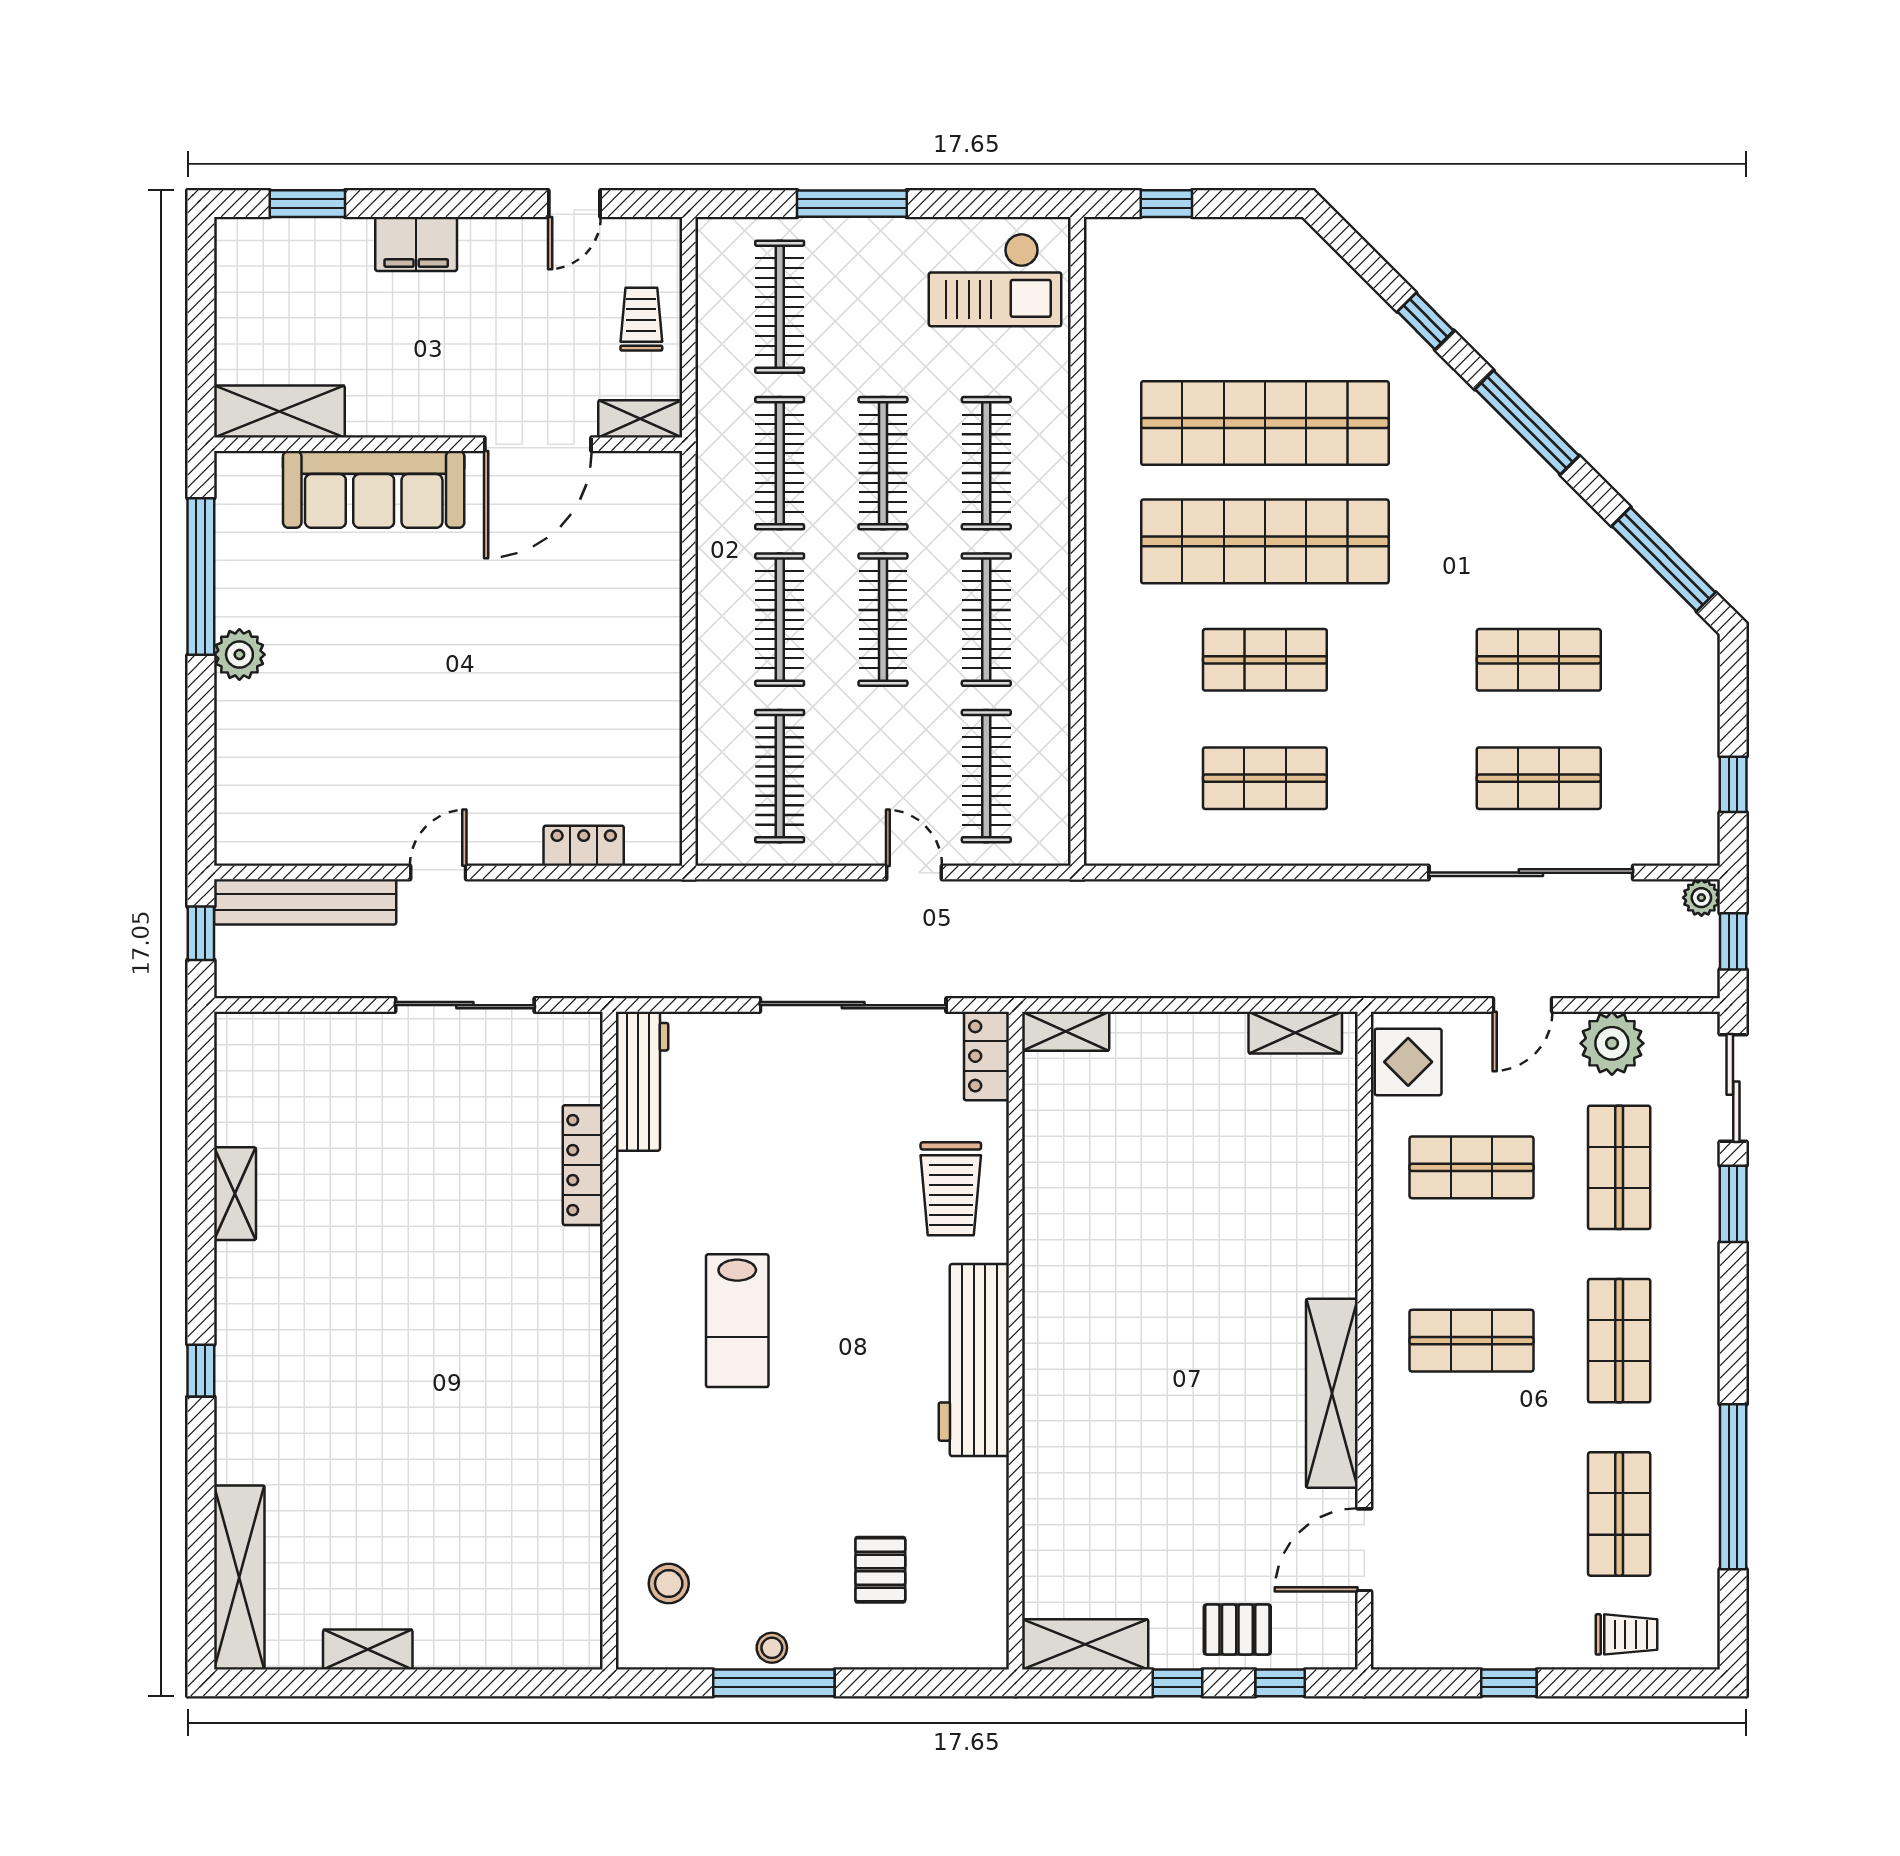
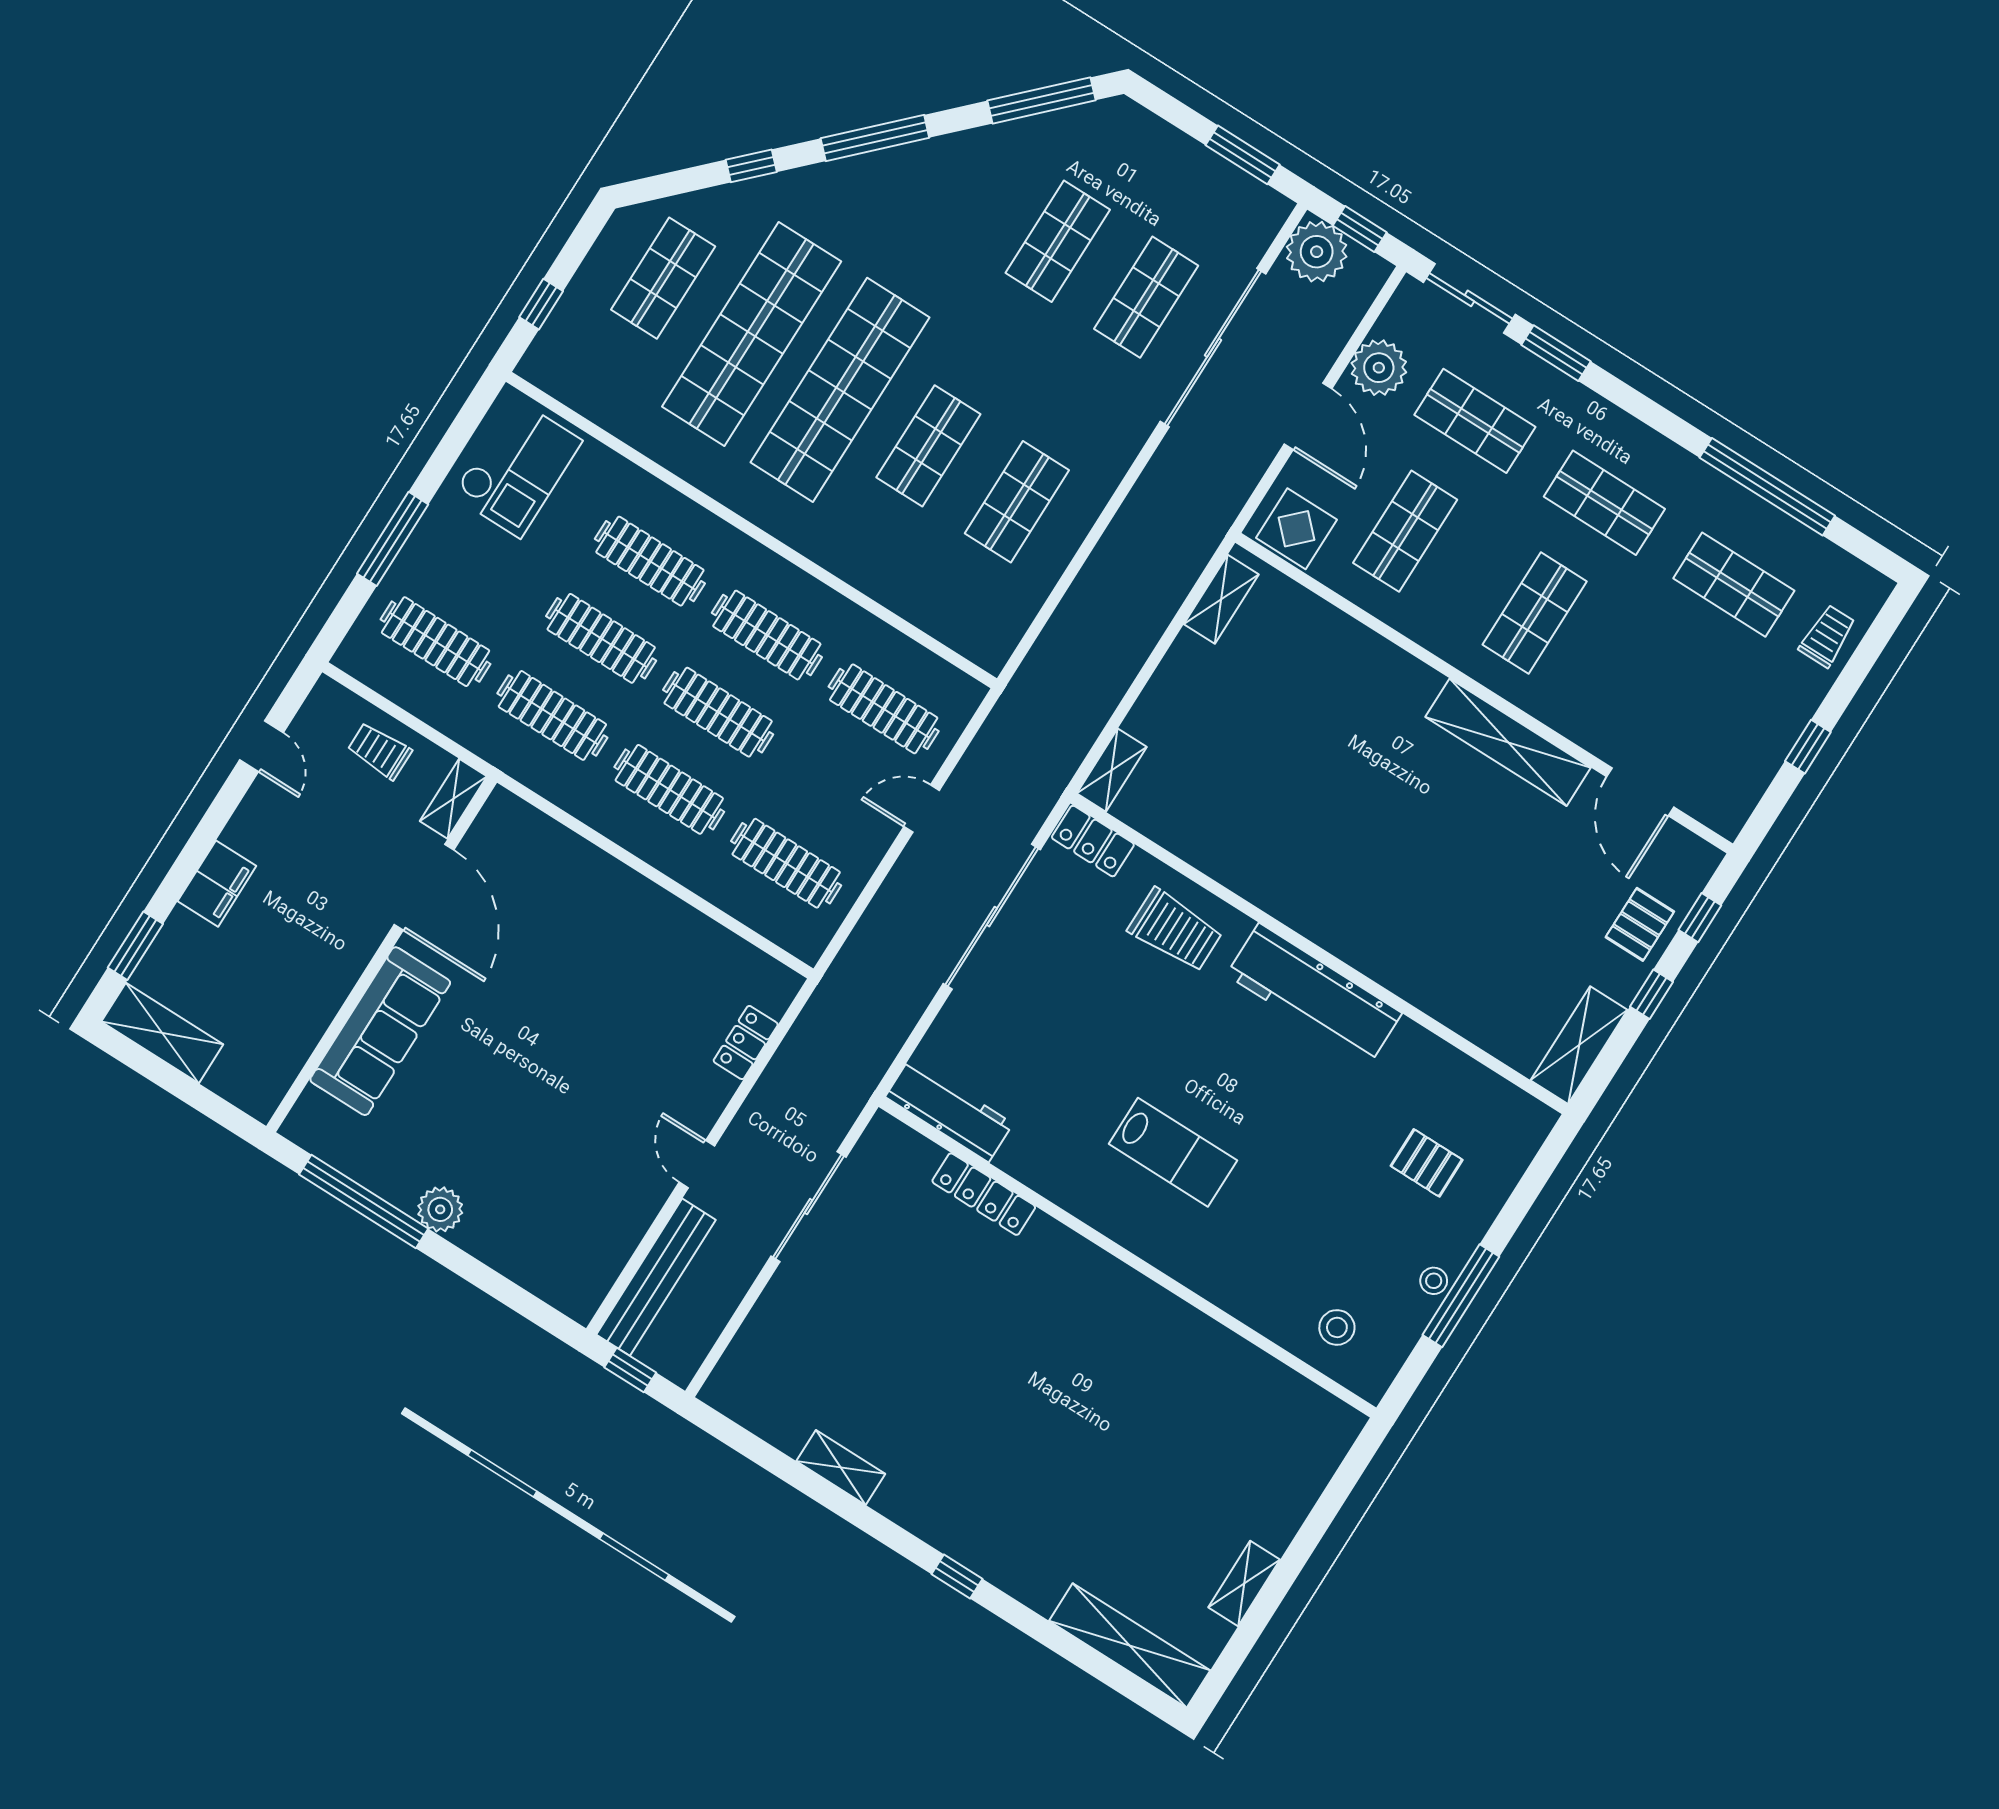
shop shelf: (1265, 305) -> (663, 278), added
shelving: (279, 412) -> (162, 1033), moved, turned 90
window: (1733, 784) -> (1243, 155), width x1.50
plant: (1701, 898) -> (1317, 252), width x1.87, depth x1.87
door: (1522, 1005) -> (1308, 416), width x1.38

